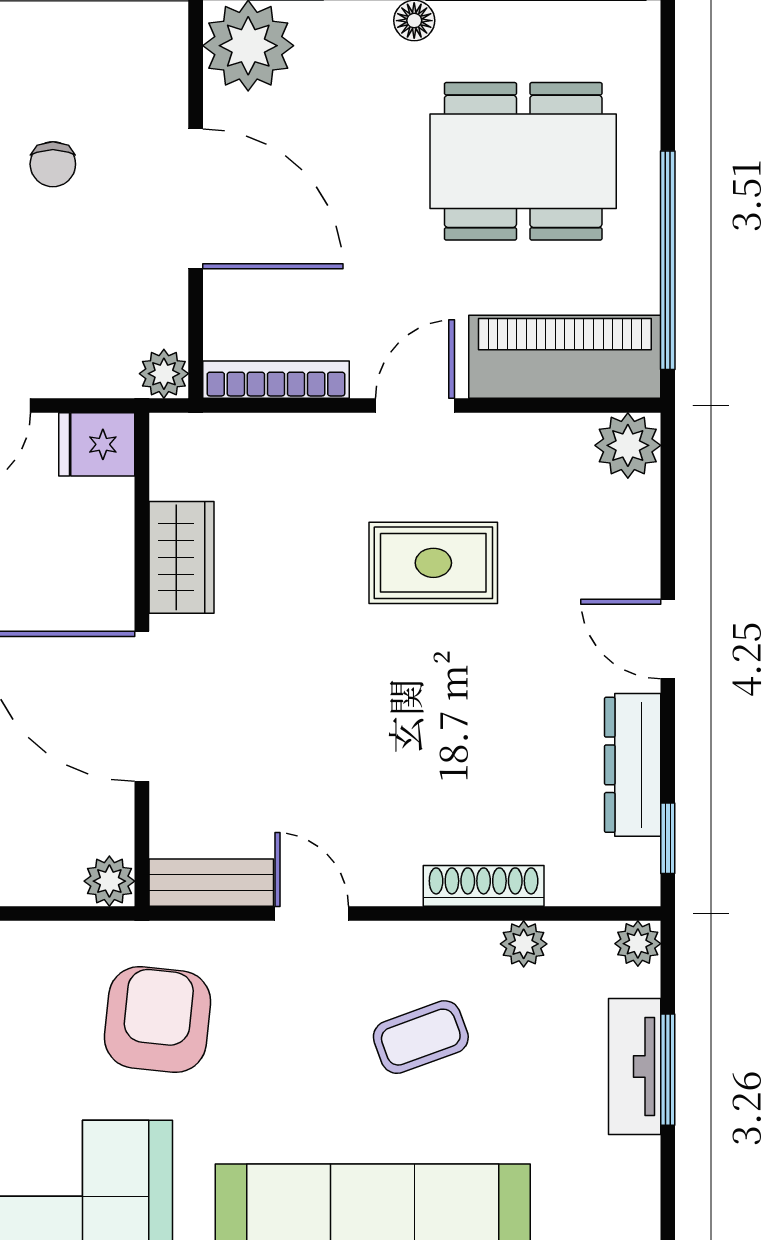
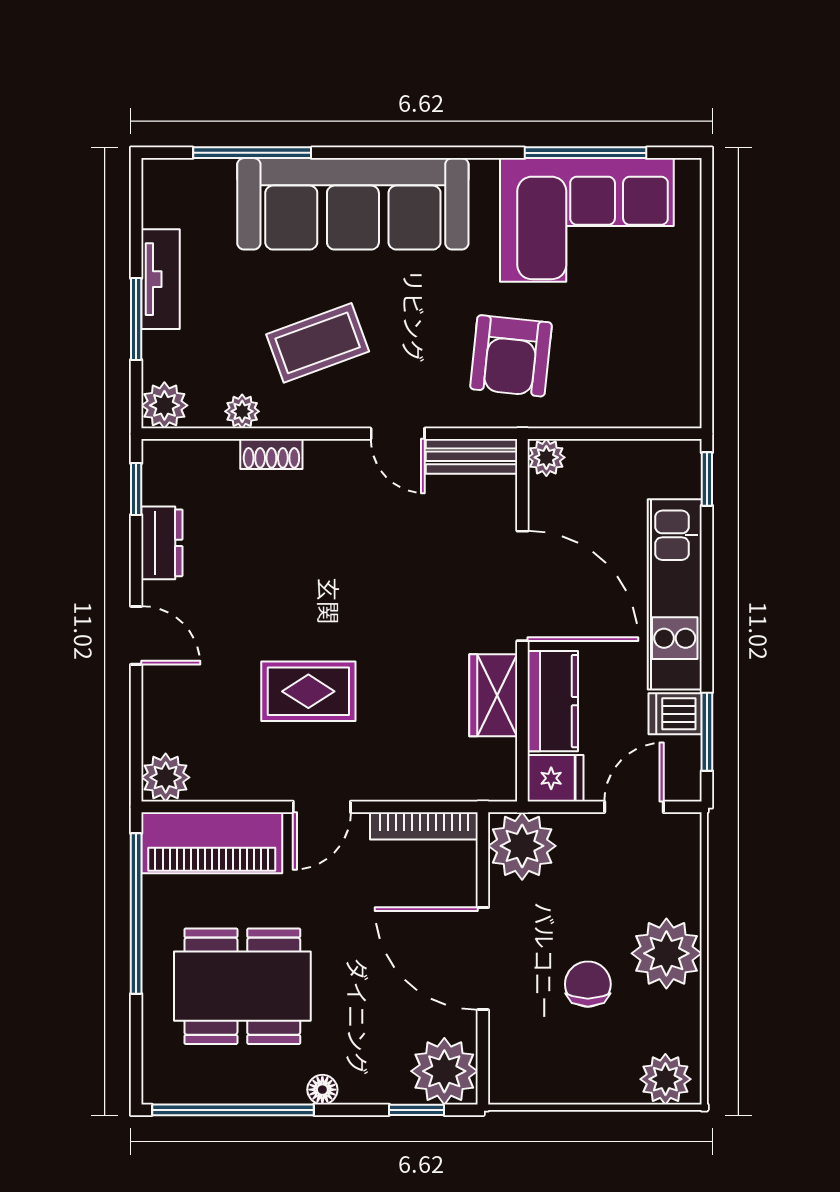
chair: (53, 164) -> (588, 984), width x1.37, depth x1.37
plant: (164, 374) -> (522, 846), width x1.87, depth x1.87
kitchen counter: (100, 549) -> (553, 701), added
dresser: (633, 765) -> (162, 543), width x0.70
shoe rack: (484, 886) -> (271, 454), width x0.70
plant: (638, 944) -> (164, 405), width x1.38, depth x1.38
coffee table: (421, 1037) -> (318, 343), width x1.36, depth x1.30
tv unit: (635, 1067) -> (161, 279), moved

